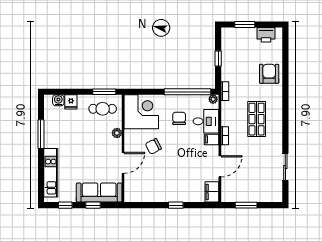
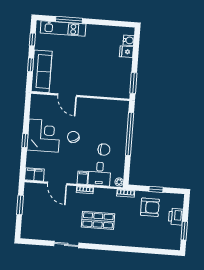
window: (245, 24) -> (184, 231), moved
printer: (266, 35) -> (176, 217), moved
armchair: (269, 74) -> (150, 207), moved
window: (187, 92) -> (130, 134), moved
cafe table: (103, 109) -> (118, 80), removed
corner desk: (141, 112) -> (44, 136), moved, turned -90
plant: (117, 133) -> (95, 92), removed
window: (41, 134) -> (69, 20), moved
chair: (153, 146) -> (73, 137), moved
sliding door: (285, 167) -> (66, 244), moved

